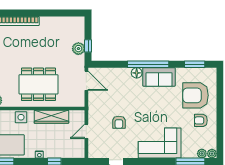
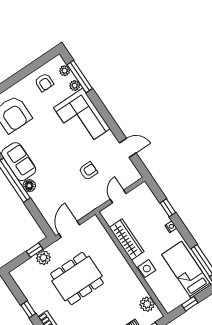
window: (49, 13) -> (28, 309), added
dining table: (38, 84) -> (77, 279), moved, turned 90
armchair: (201, 120) -> (44, 82), moved
door: (86, 131) -> (118, 196), swing flipped
plant: (212, 154) -> (75, 86), moved

